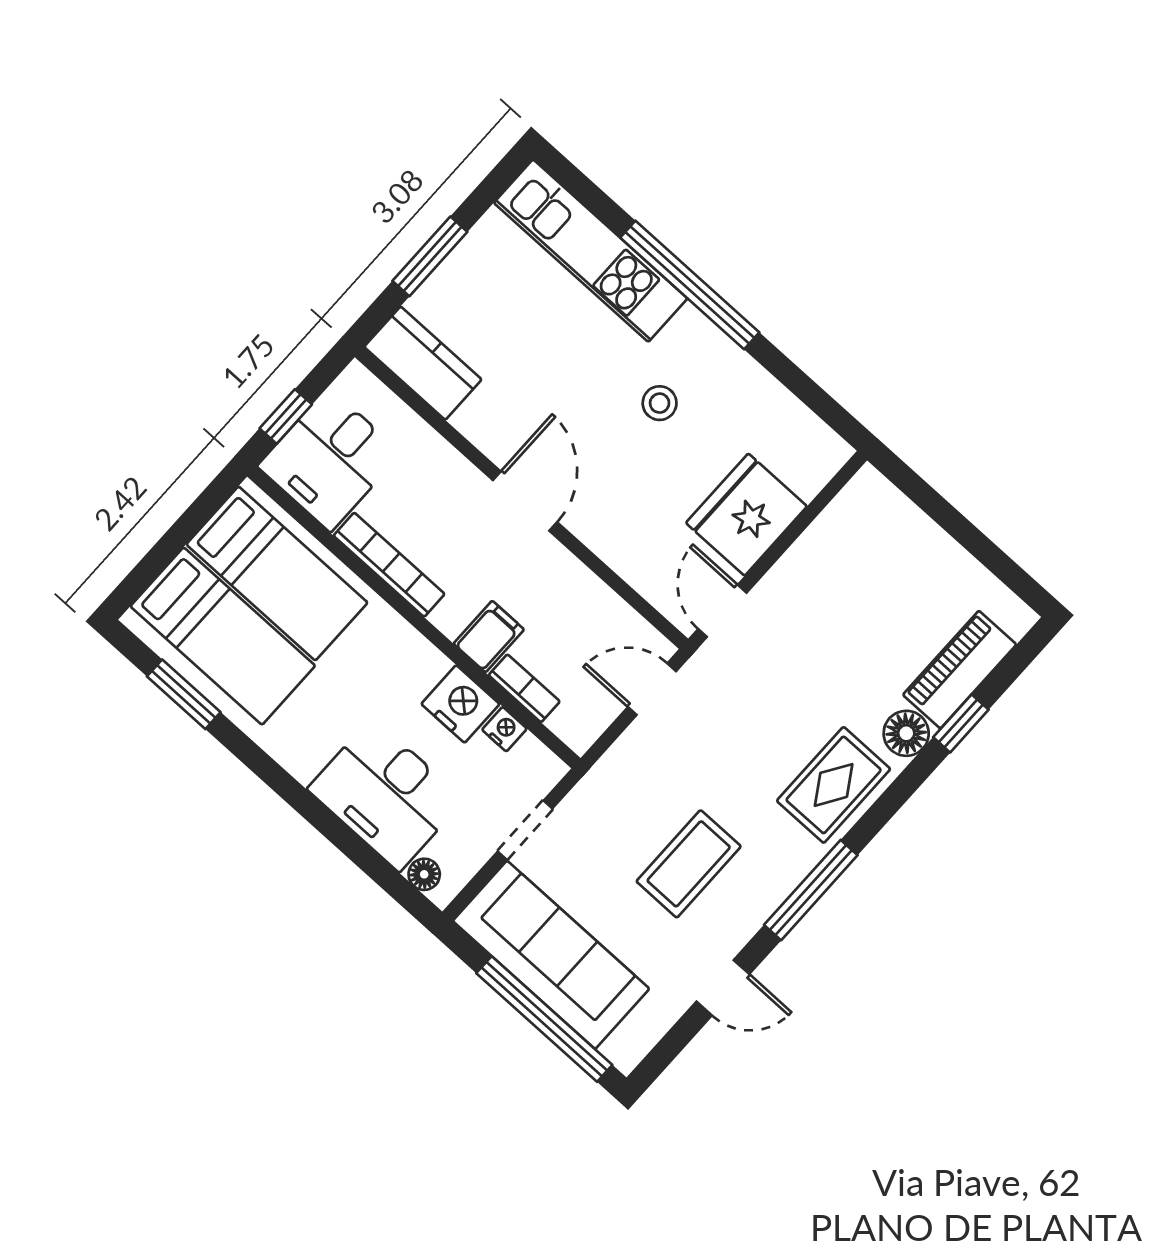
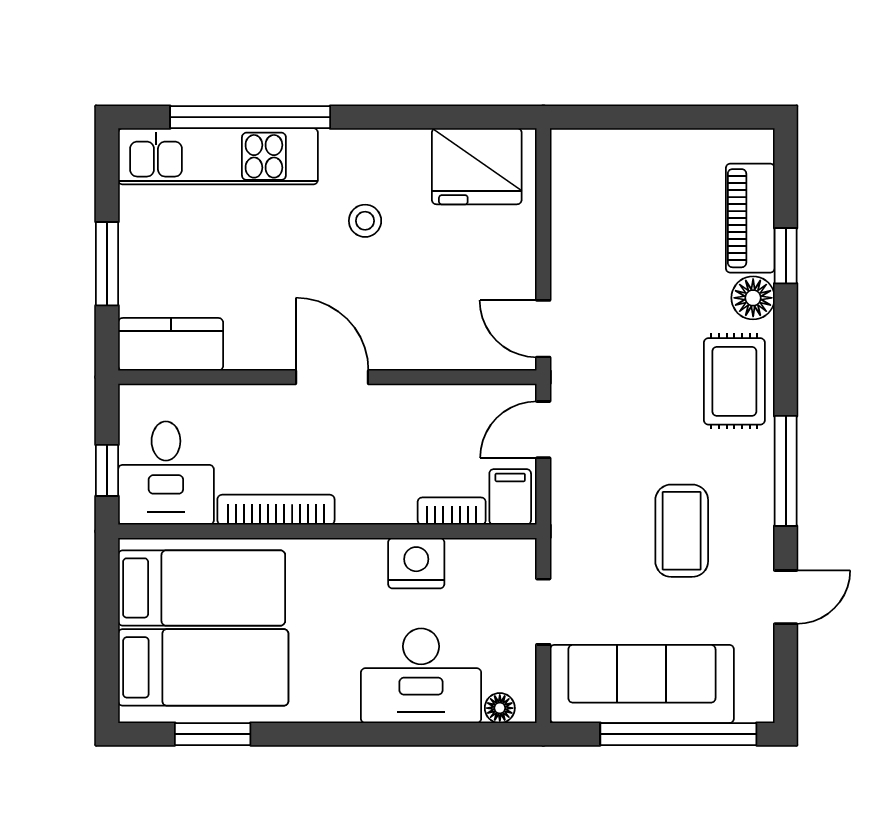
window: (690, 285) -> (250, 117), moved
fridge: (746, 515) -> (477, 166), moved, turned -90
filing cabinet: (489, 637) -> (510, 497), moved
nightstand: (504, 729) -> (464, 553), removed

